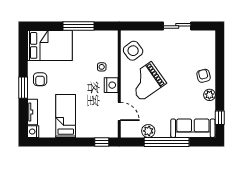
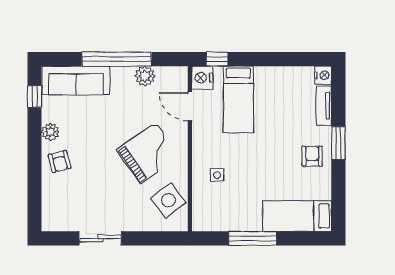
bed: (50, 45) -> (297, 216), width x0.67
nightstand: (111, 85) -> (202, 78), moved
bed: (66, 116) -> (238, 99), moved

